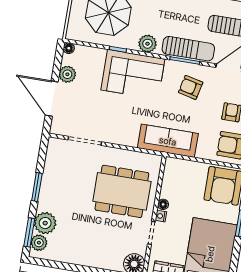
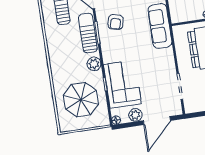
corner sofa: (133, 74) -> (122, 84), moved

